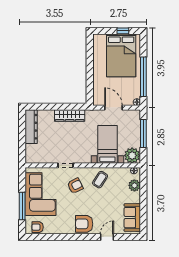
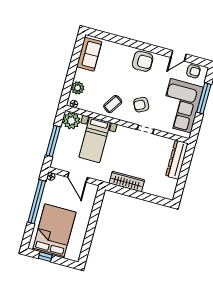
dresser: (31, 127) -> (177, 160), moved
door: (107, 237) -> (178, 56), moved

